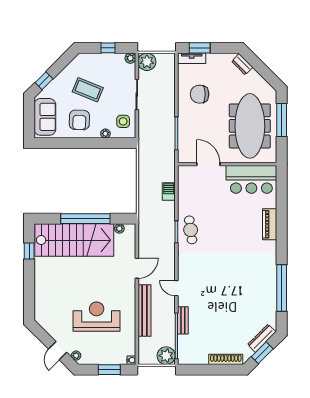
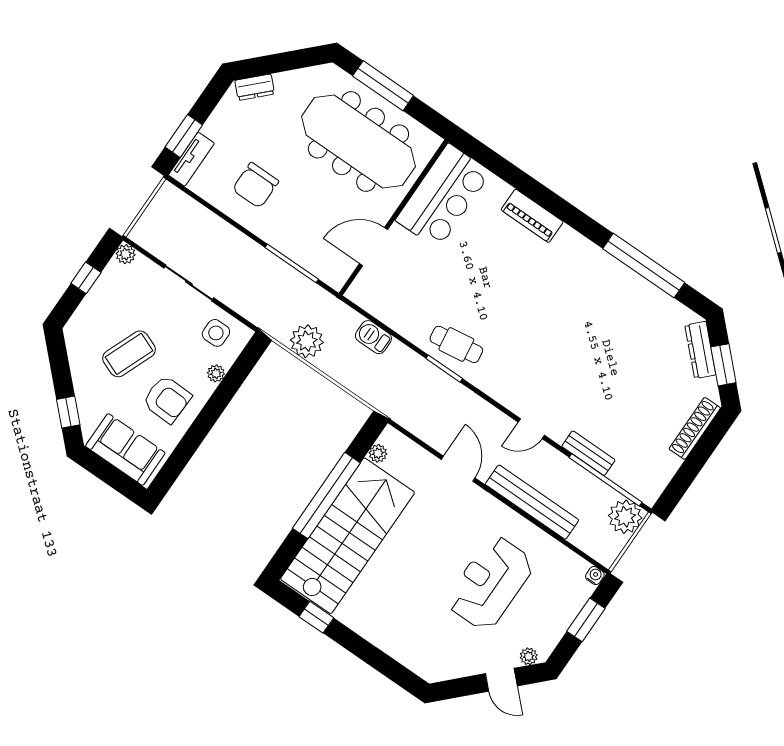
plant: (147, 62) -> (307, 341), moved

